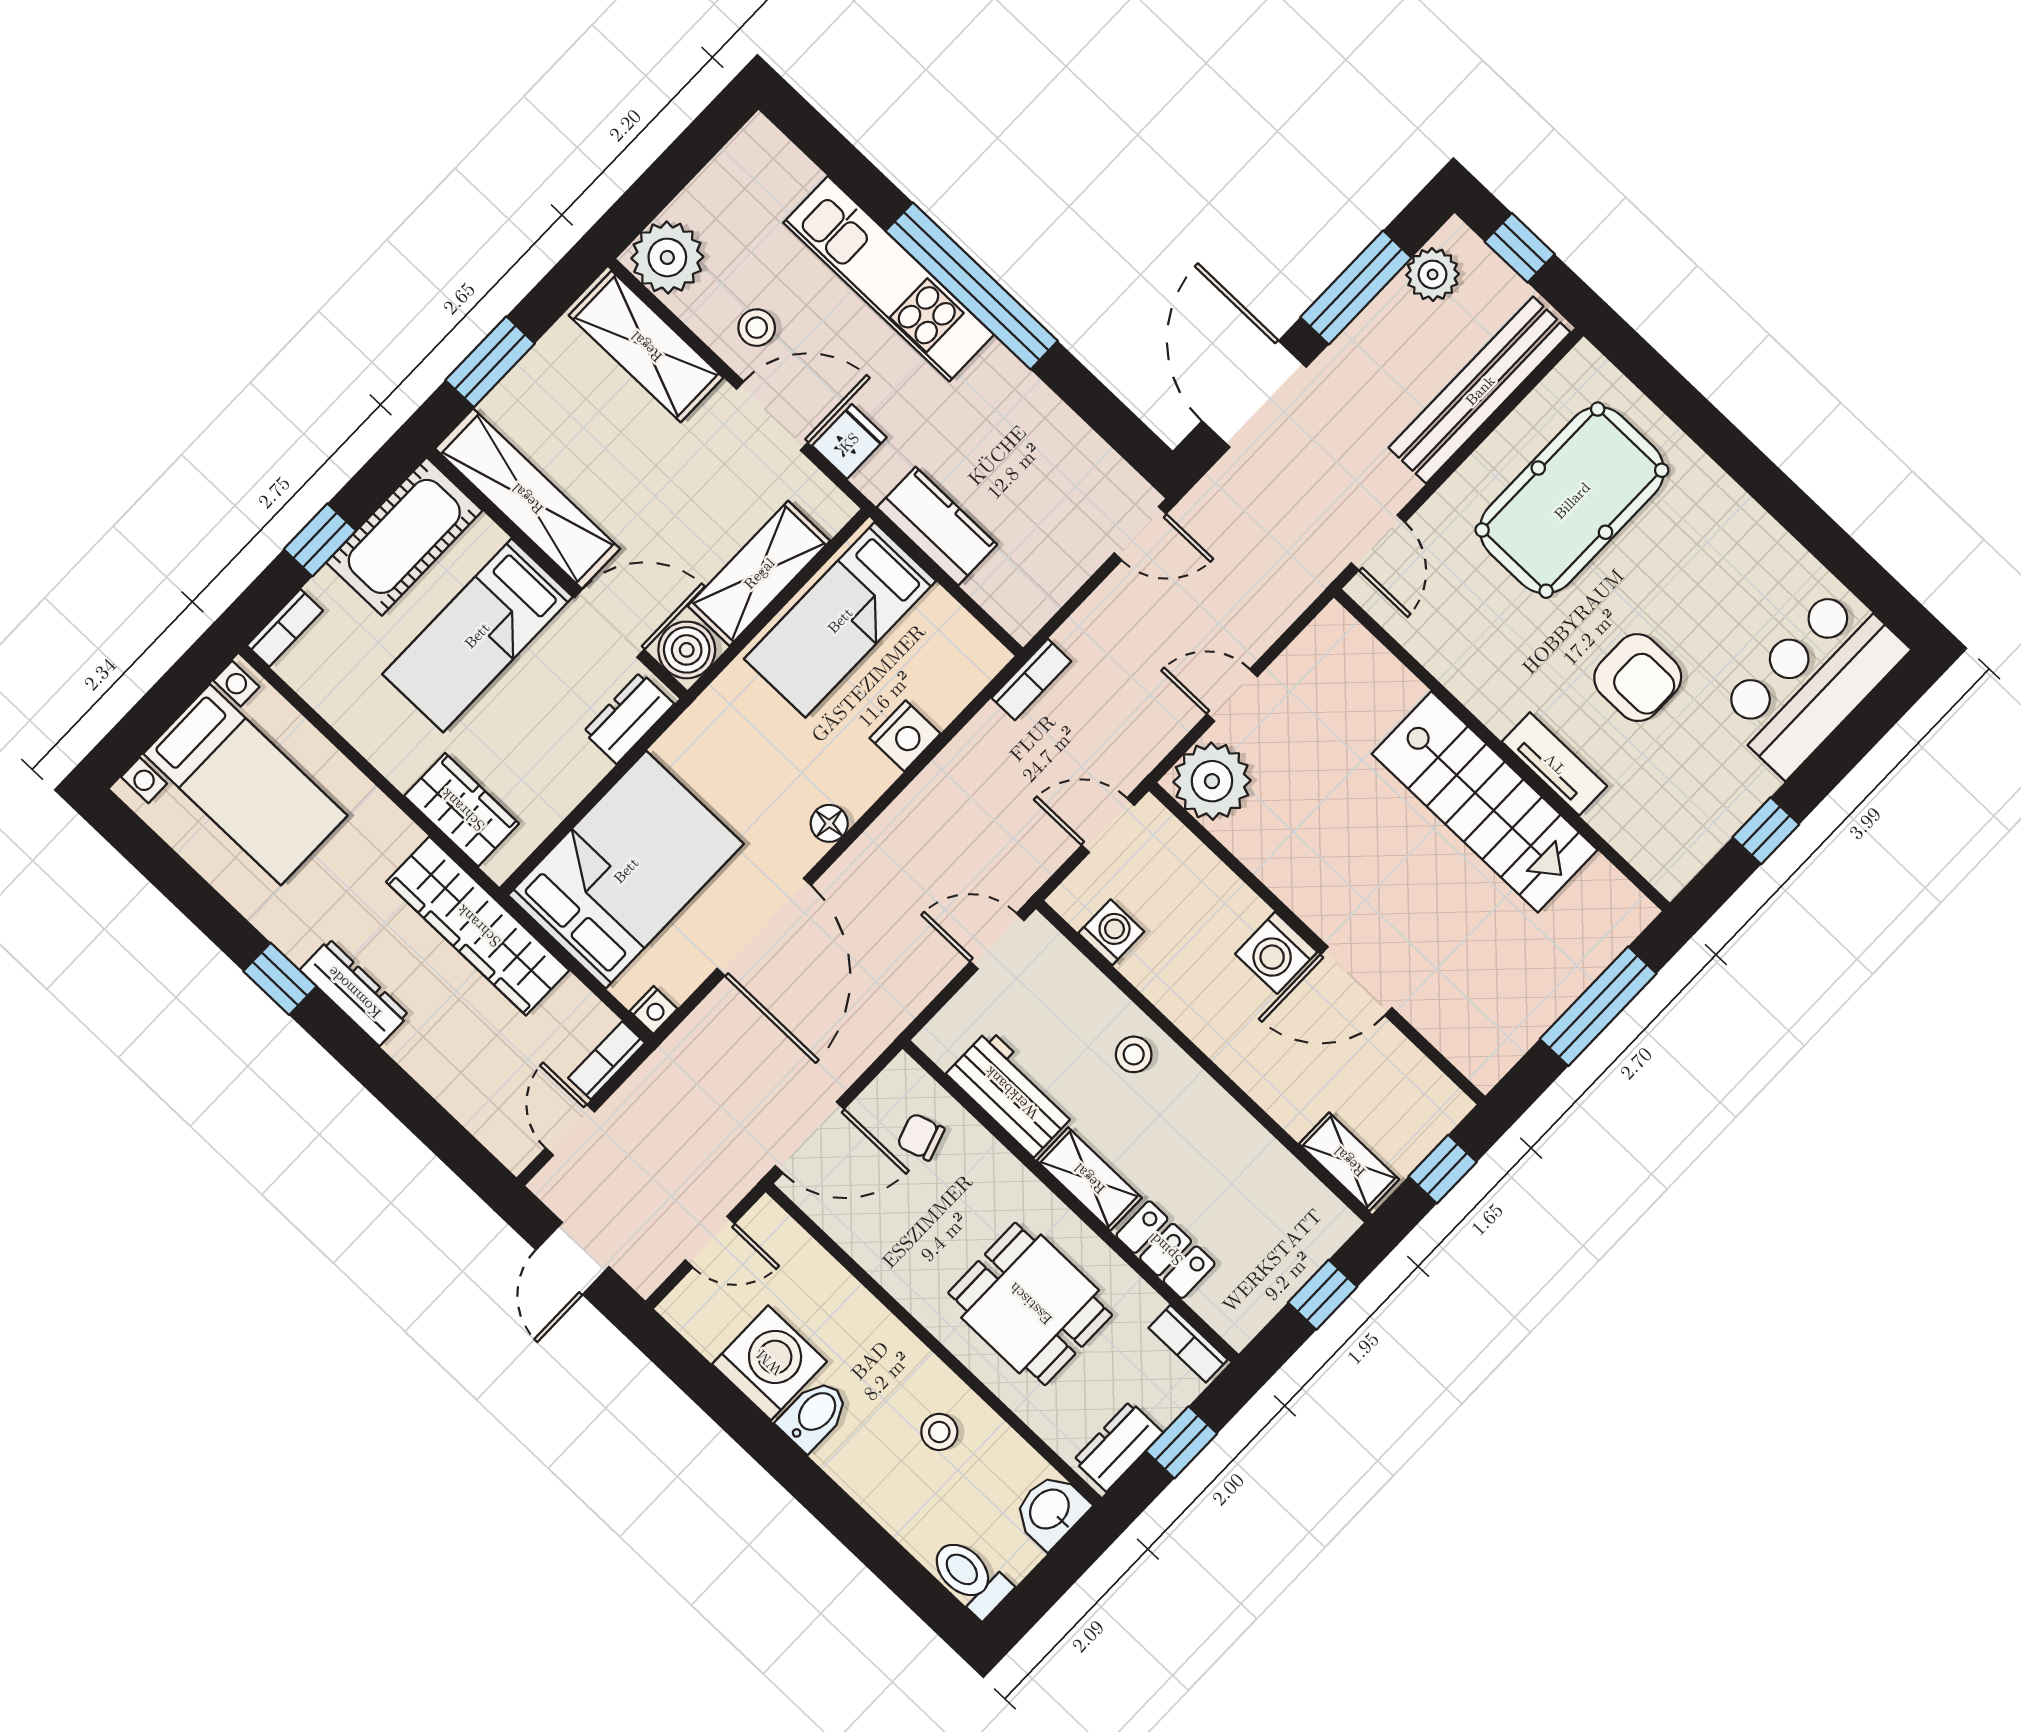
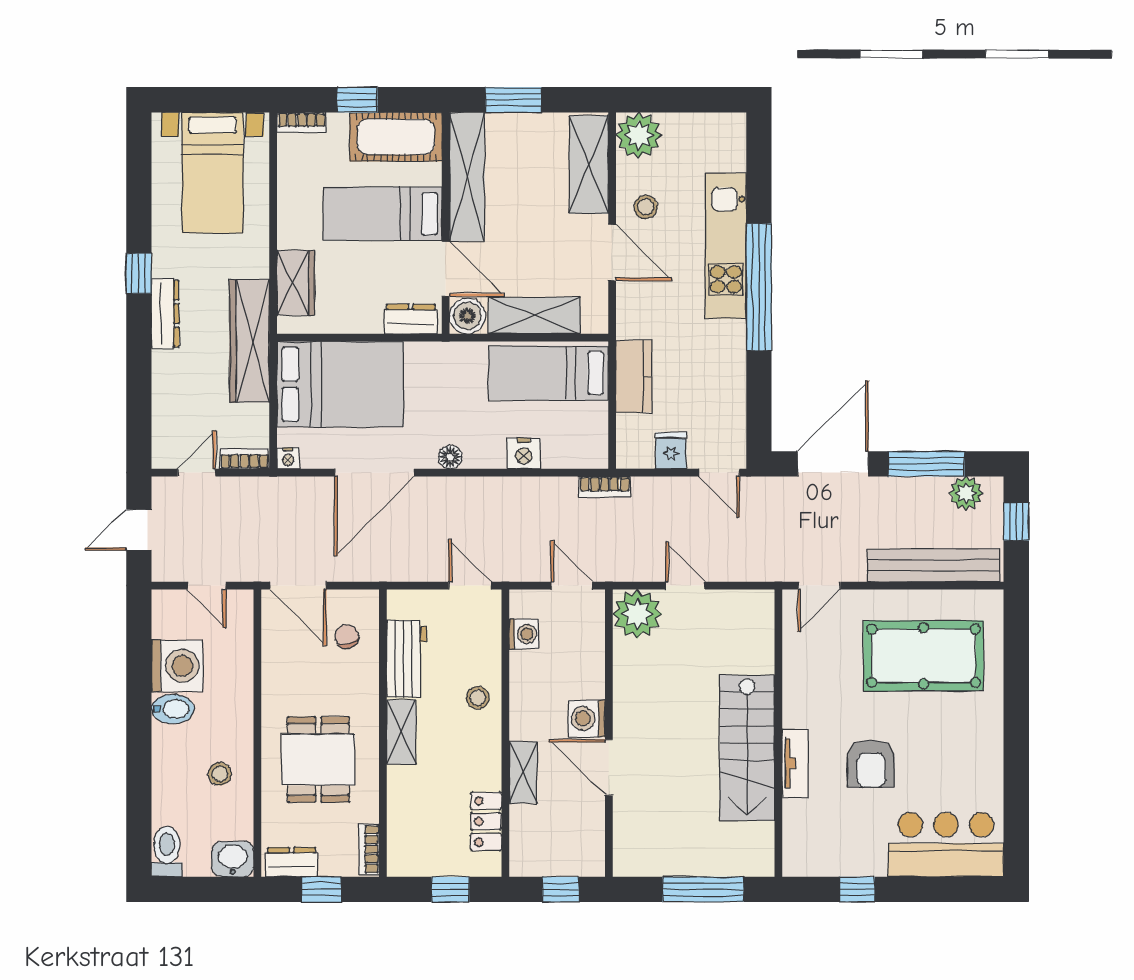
fridge: (849, 442) -> (671, 451), moved, turned -90
shelving: (1349, 1162) -> (523, 772), moved
locker: (1166, 1250) -> (486, 821), moved, turned 180

